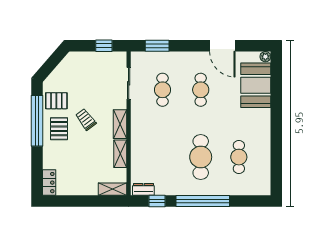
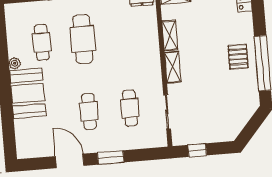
window: (157, 46) -> (111, 157), moved
plant: (265, 57) -> (15, 63), moved
booth: (256, 85) -> (28, 93), moved
pallet: (56, 101) -> (243, 87), removed
trolley: (86, 119) -> (210, 69), removed

